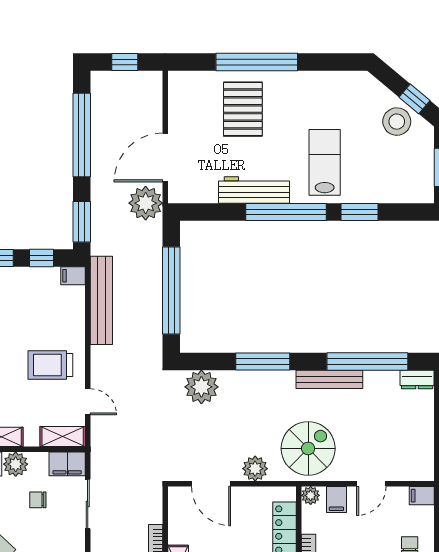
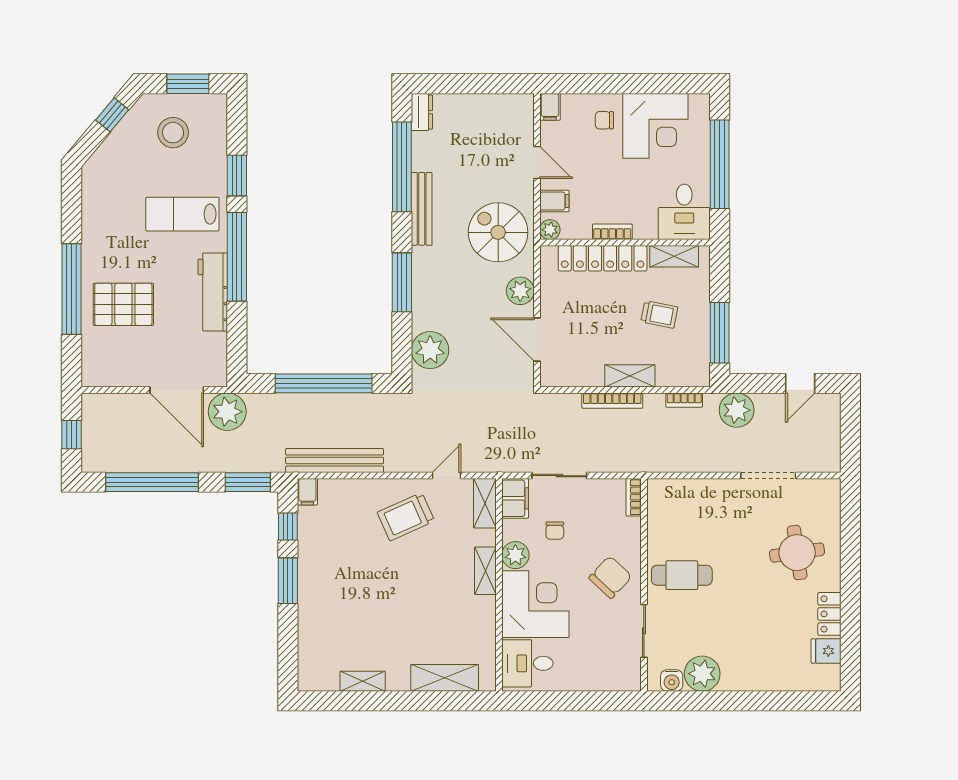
stool: (397, 122) -> (173, 133), moved
trolley: (50, 365) -> (406, 517), turned 66
door: (211, 484) -> (537, 339), swing flipped

